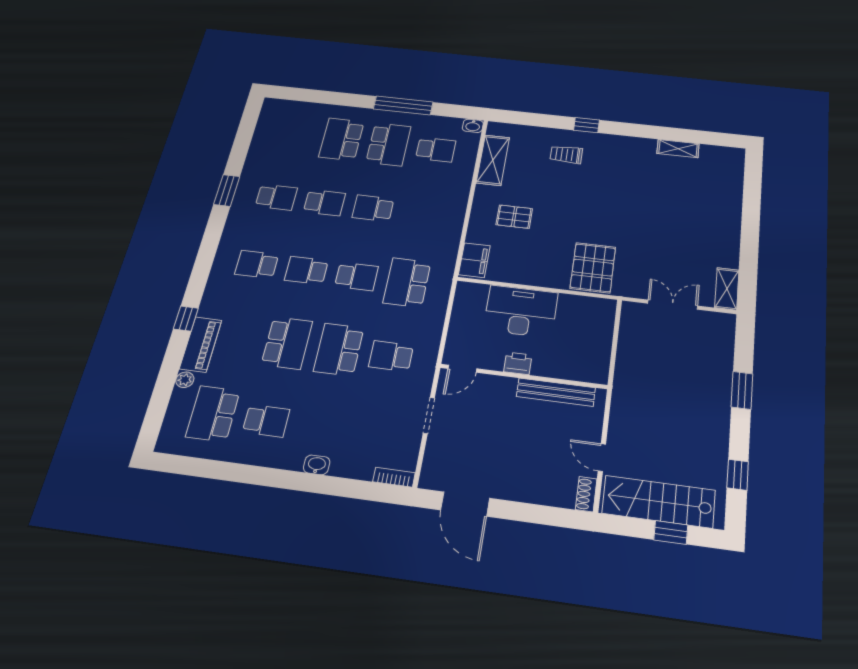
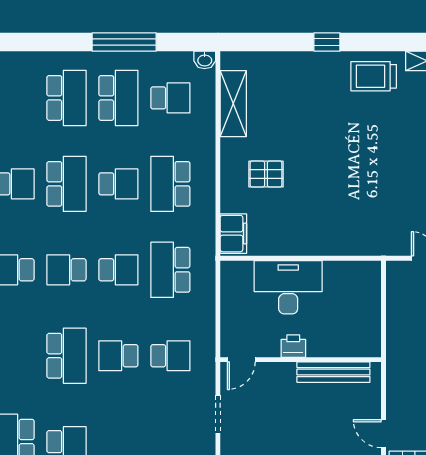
school desk: (341, 139) -> (66, 98), turned 180
trolley: (566, 155) -> (374, 76), moved, width x1.36, depth x1.39
school desk: (324, 203) -> (66, 184), width x1.85
school desk: (373, 208) -> (118, 184), turned 180
school desk: (422, 214) -> (170, 184), added
pallet: (593, 268) -> (353, 226), removed
school desk: (339, 349) -> (118, 356), width x0.54
school desk: (391, 356) -> (170, 356), turned 180

